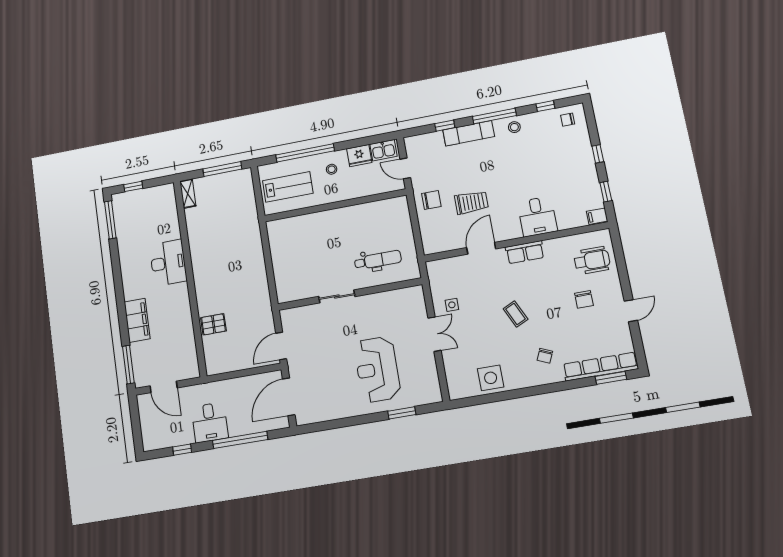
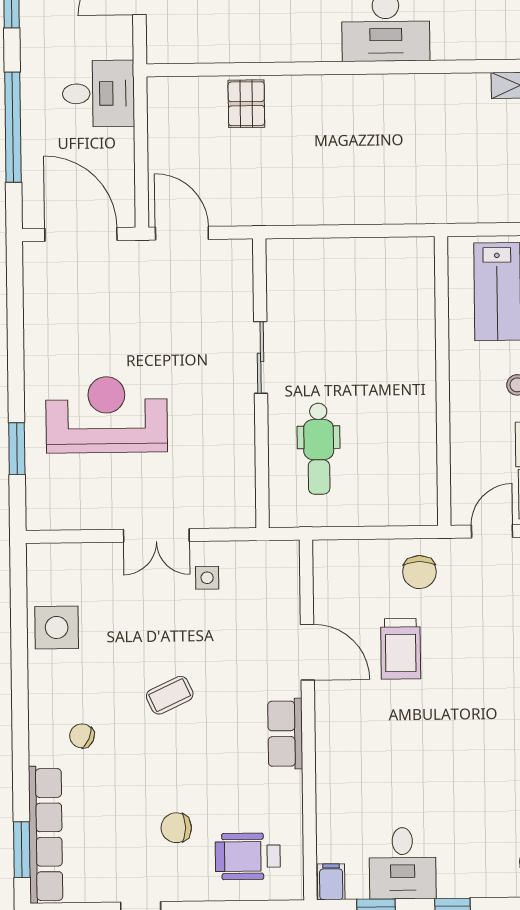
desk: (537, 216) -> (403, 863), moved, turned -90
wheelchair: (592, 260) -> (248, 856), turned 90
desk: (210, 422) -> (98, 94), moved, turned 180

